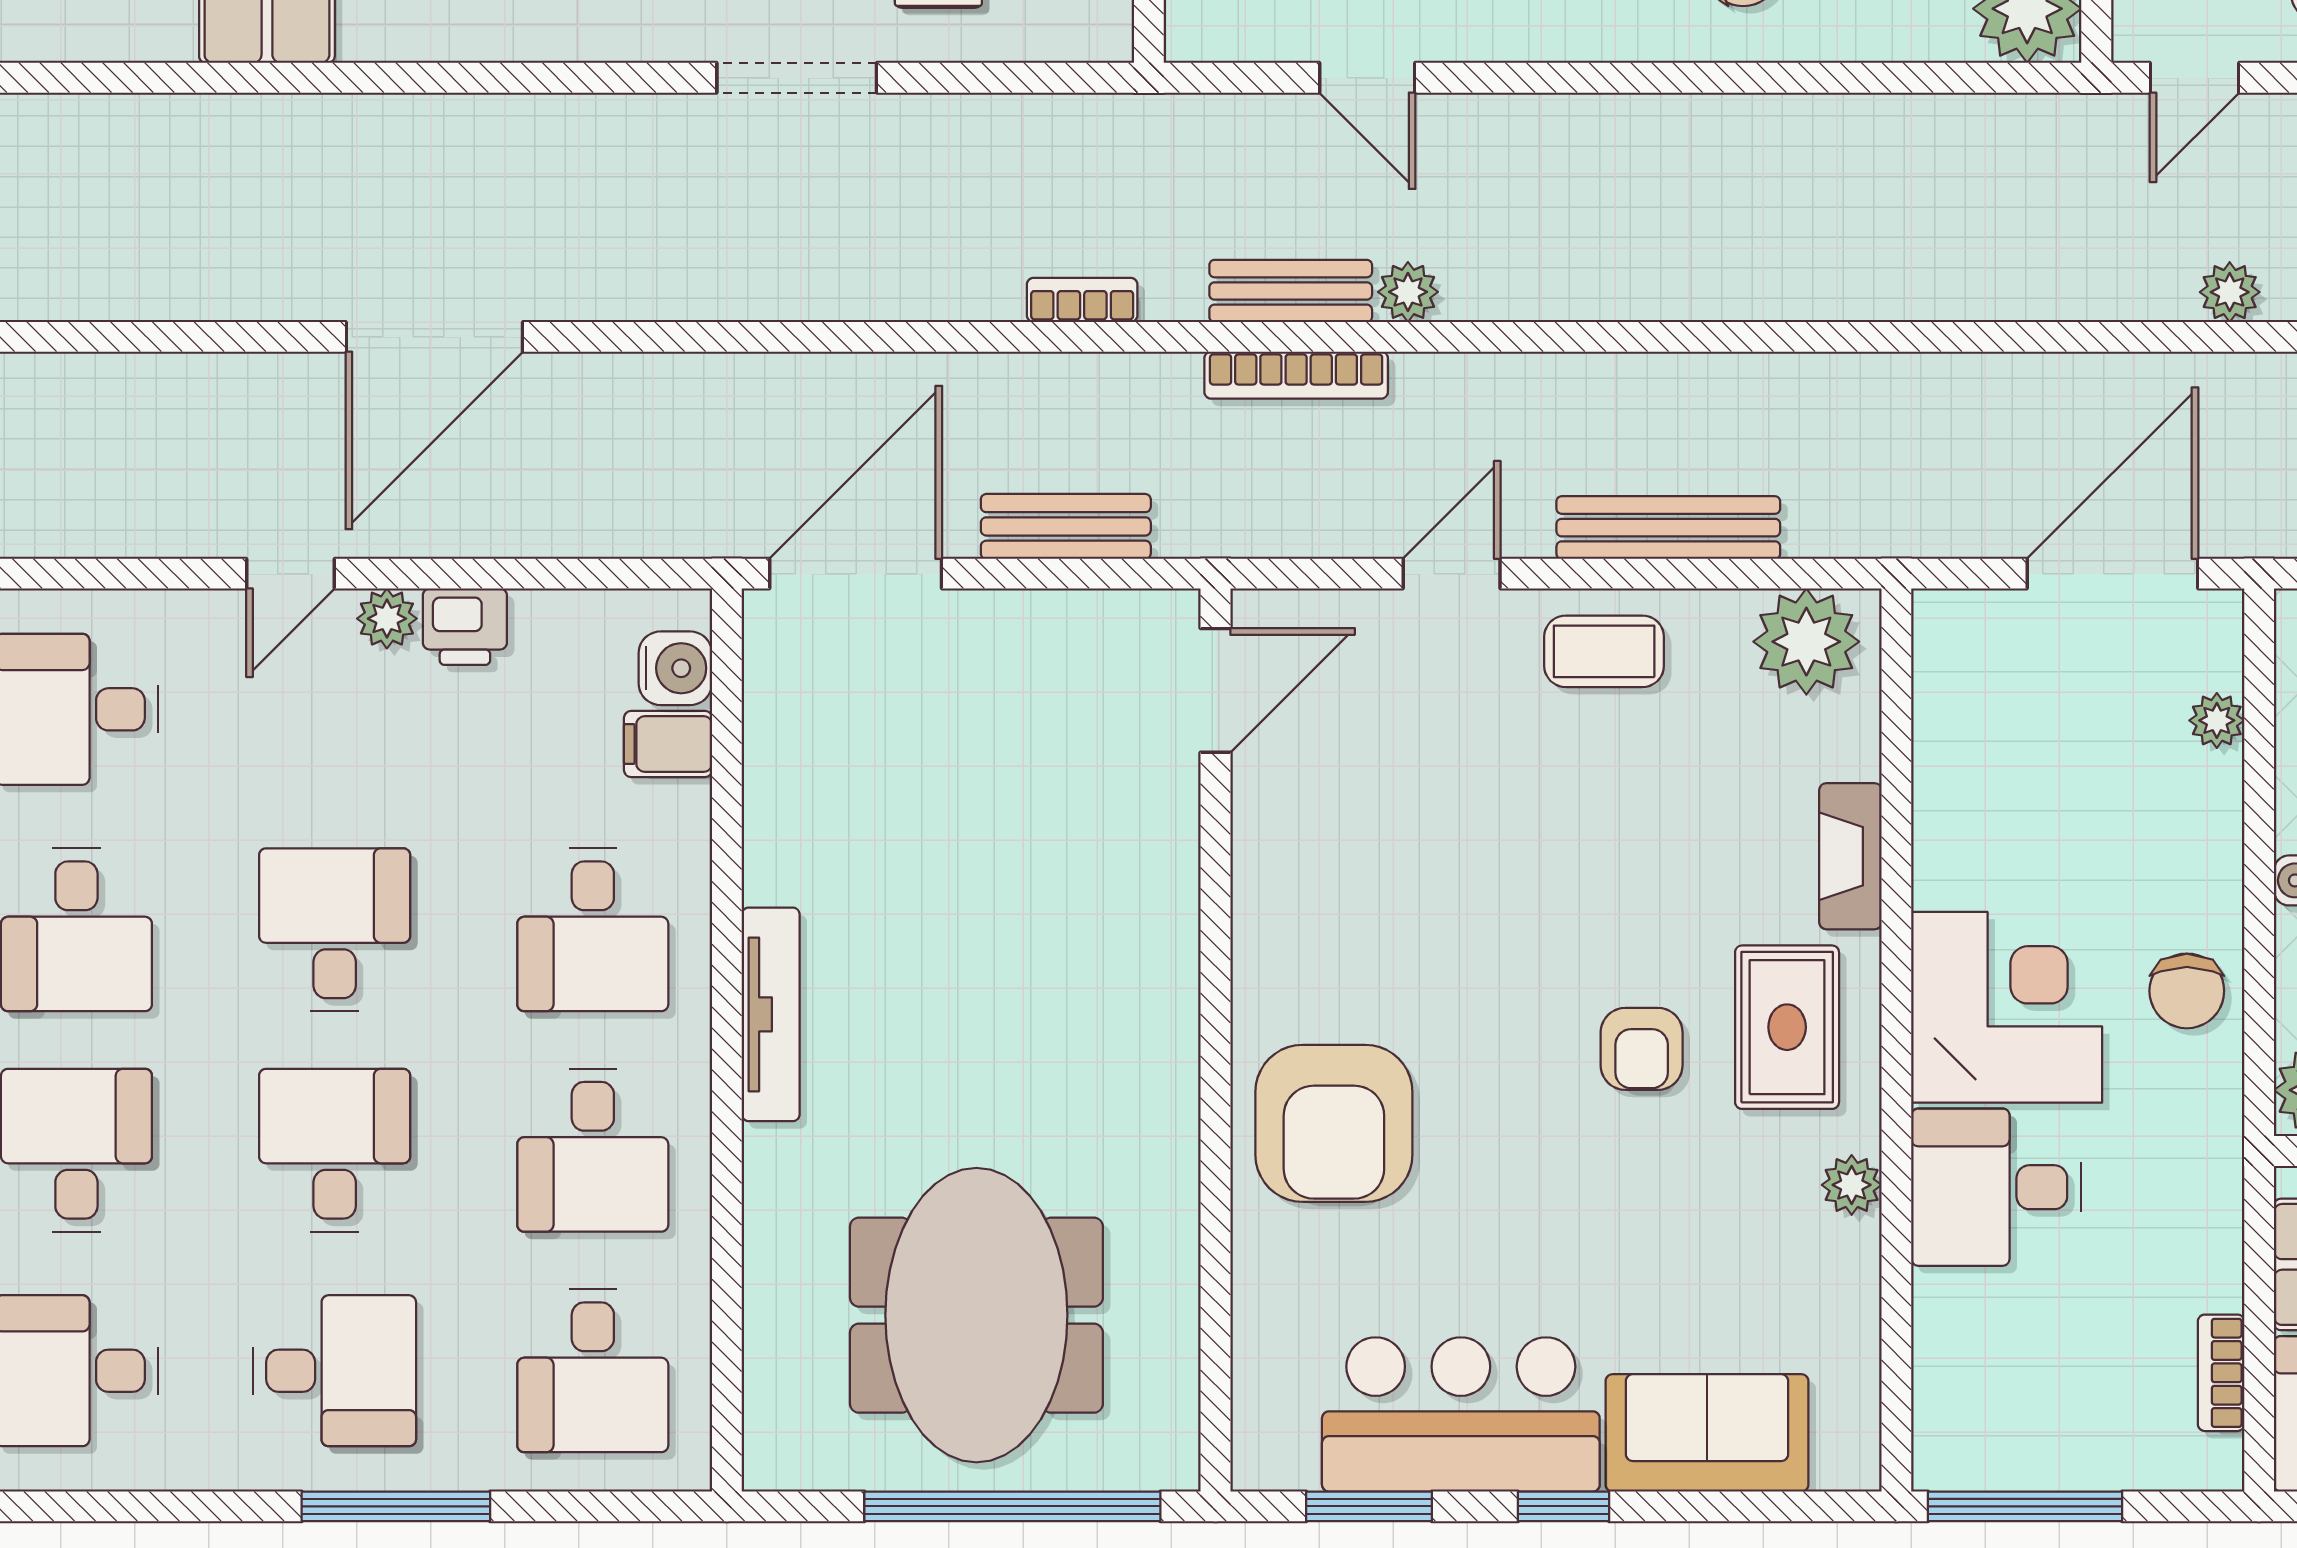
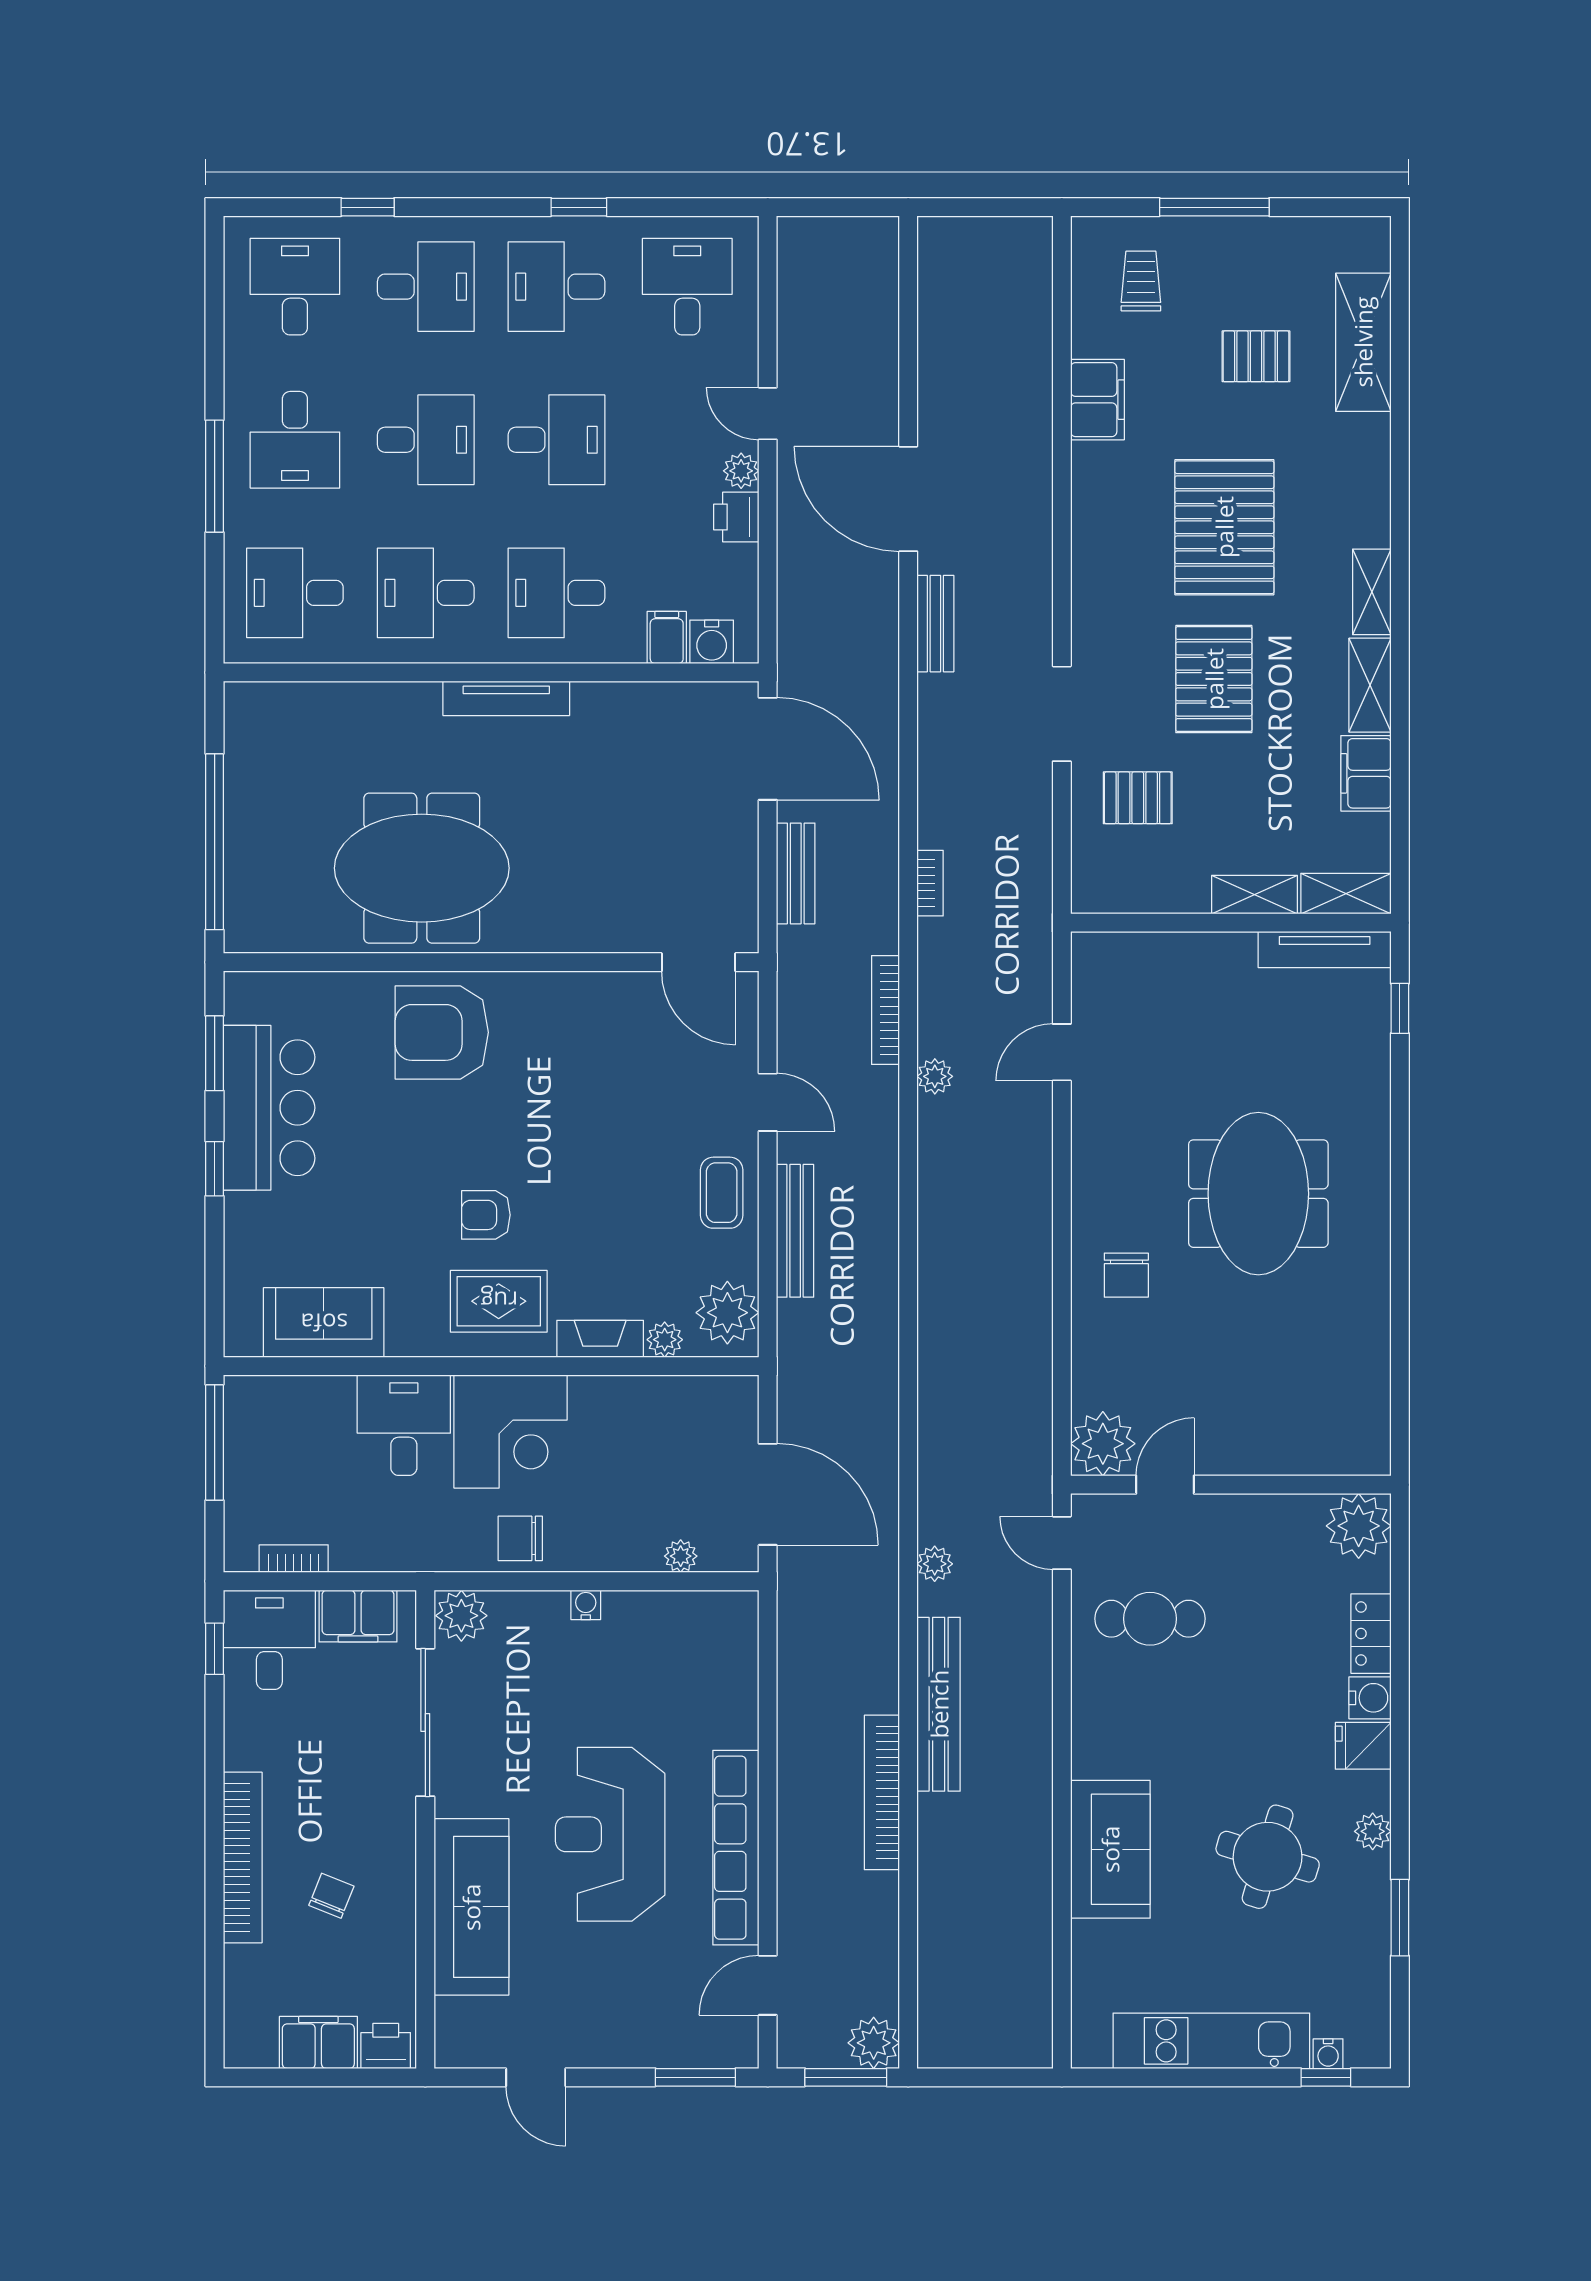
bench: (1291, 291) -> (935, 624), moved
plant: (1852, 1185) -> (665, 1340), moved
meeting table: (976, 1315) -> (422, 868), moved
sofa: (1707, 1433) -> (324, 1323), moved, turned -90

